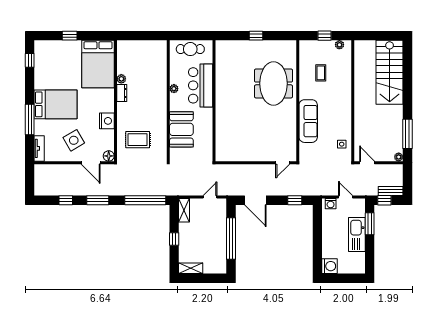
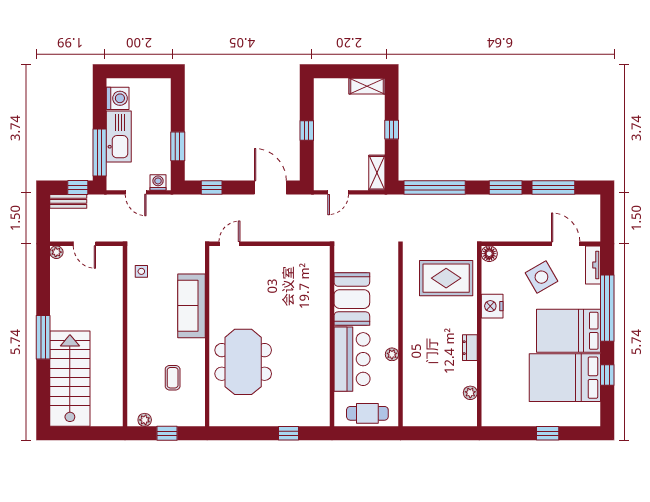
window: (256, 36) -> (289, 433), moved
window: (30, 60) -> (607, 375), moved
bed: (98, 64) -> (565, 378), moved, turned -90
plant: (121, 79) -> (470, 393), moved
window: (30, 120) -> (607, 308), width x1.46
booth: (181, 129) -> (352, 299), moved
window: (407, 134) -> (43, 337), moved
rug: (138, 140) -> (446, 278), width x1.36, depth x1.43
door: (91, 163) -> (566, 244), moved
door: (367, 163) -> (84, 244), moved
window: (66, 200) -> (553, 188), width x2.17
window: (370, 224) -> (100, 153), width x1.44
window: (317, 228) -> (178, 146), added
window: (231, 239) -> (307, 130), width x0.32
washing machine: (329, 266) -> (118, 98), moved, turned 180

